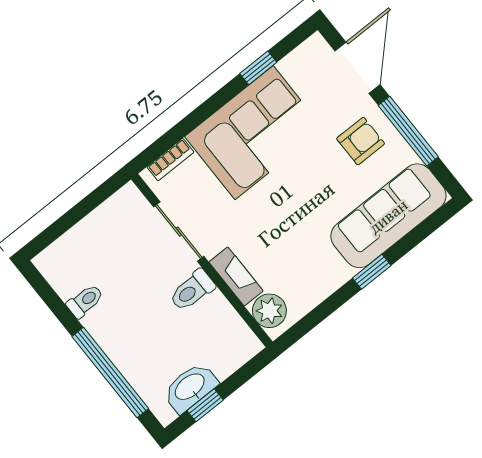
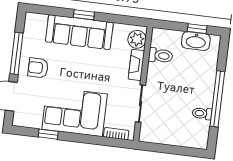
sofa: (388, 216) -> (79, 32), moved
toilet: (192, 290) -> (161, 56), moved
window: (110, 373) -> (217, 99), moved

